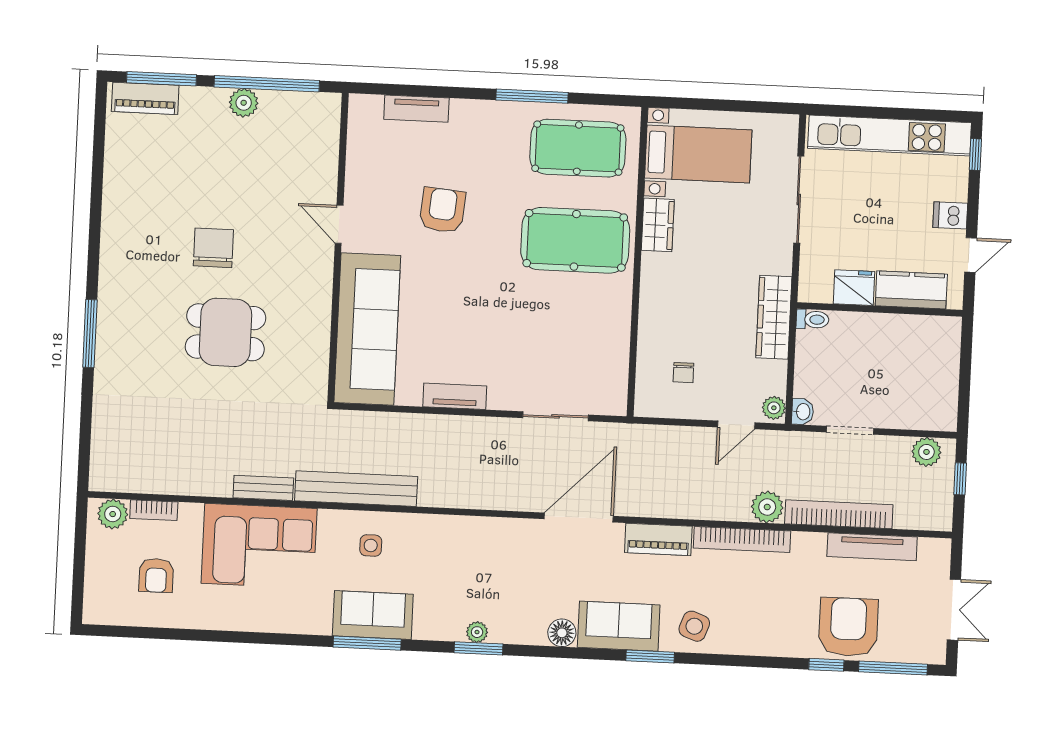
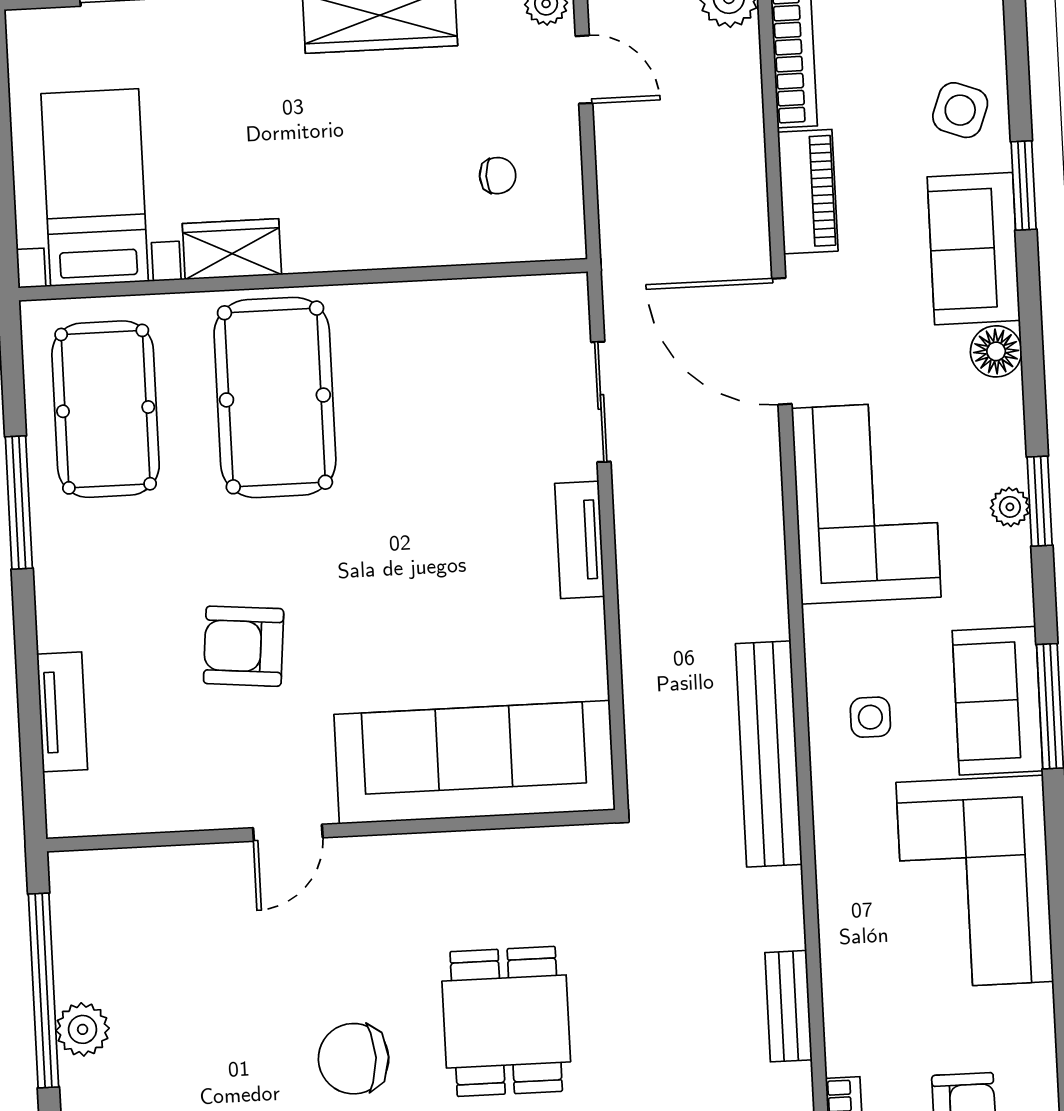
tv unit: (455, 396) -> (580, 540), moved
bench: (263, 488) -> (788, 1006), moved
corner sofa: (259, 546) -> (975, 882), moved, turned 180
corner sofa: (487, 555) -> (866, 503), added

